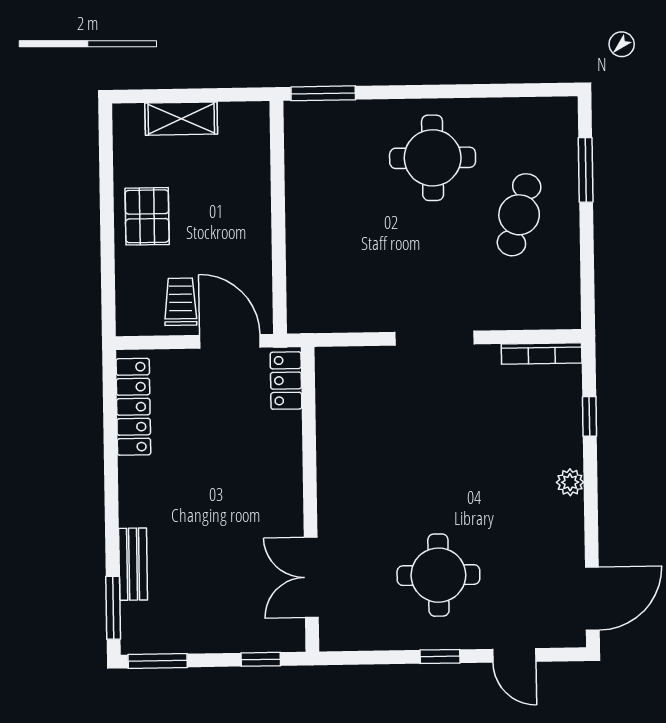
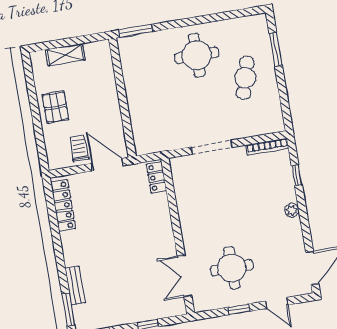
locker: (286, 381) -> (156, 177), moved
wall: (310, 499) -> (178, 236), moved
double door: (311, 577) -> (185, 276), moved

